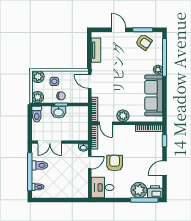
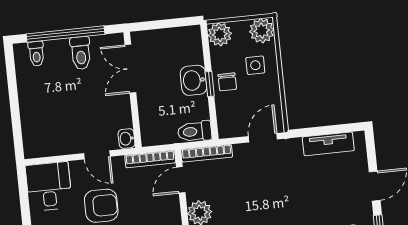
toilet: (37, 114) -> (195, 131), moved

